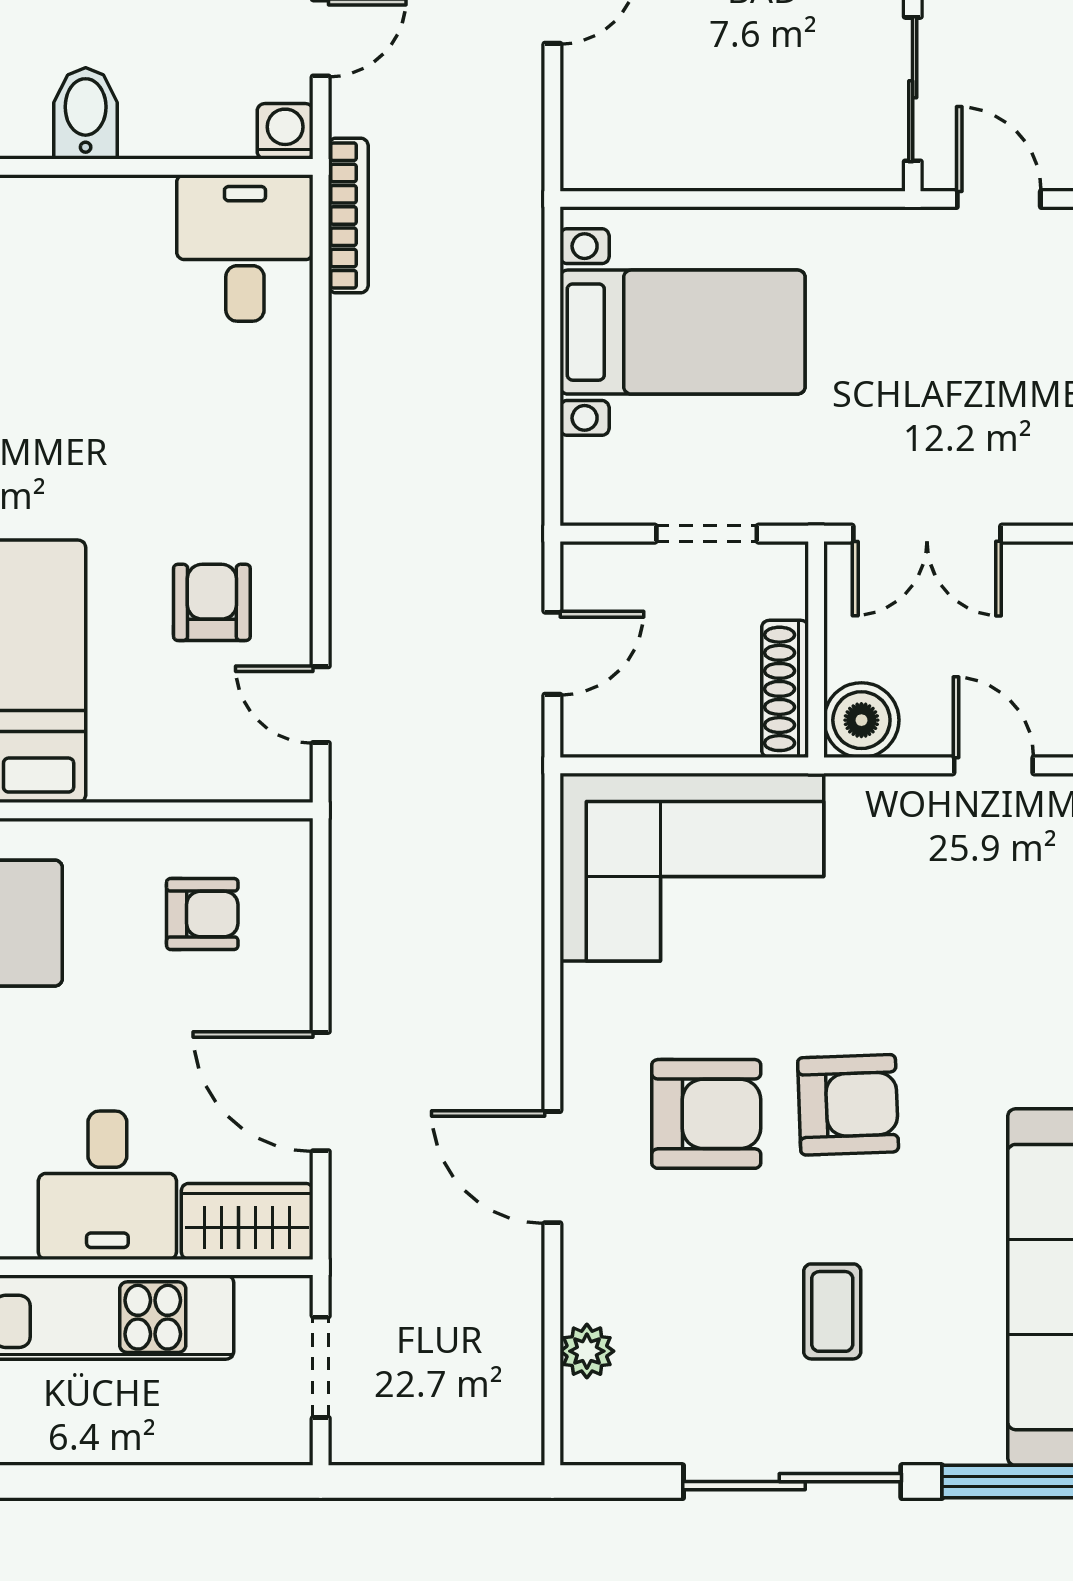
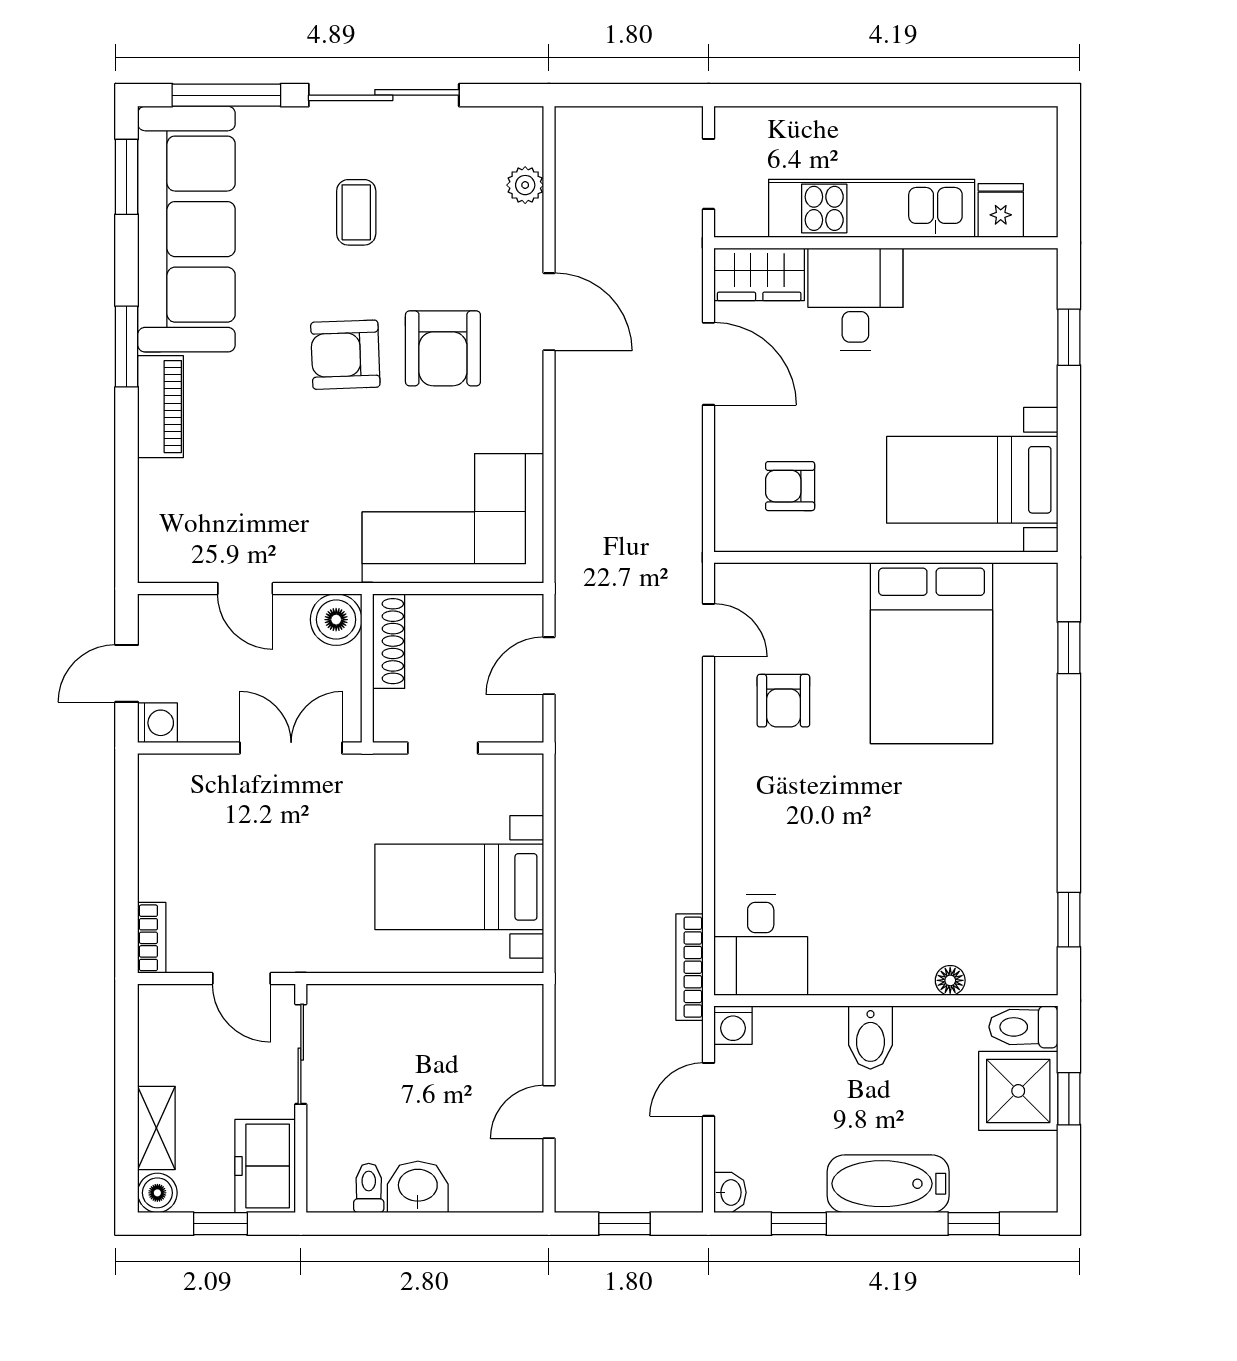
armchair: (706, 1114) -> (443, 348), turned -90

